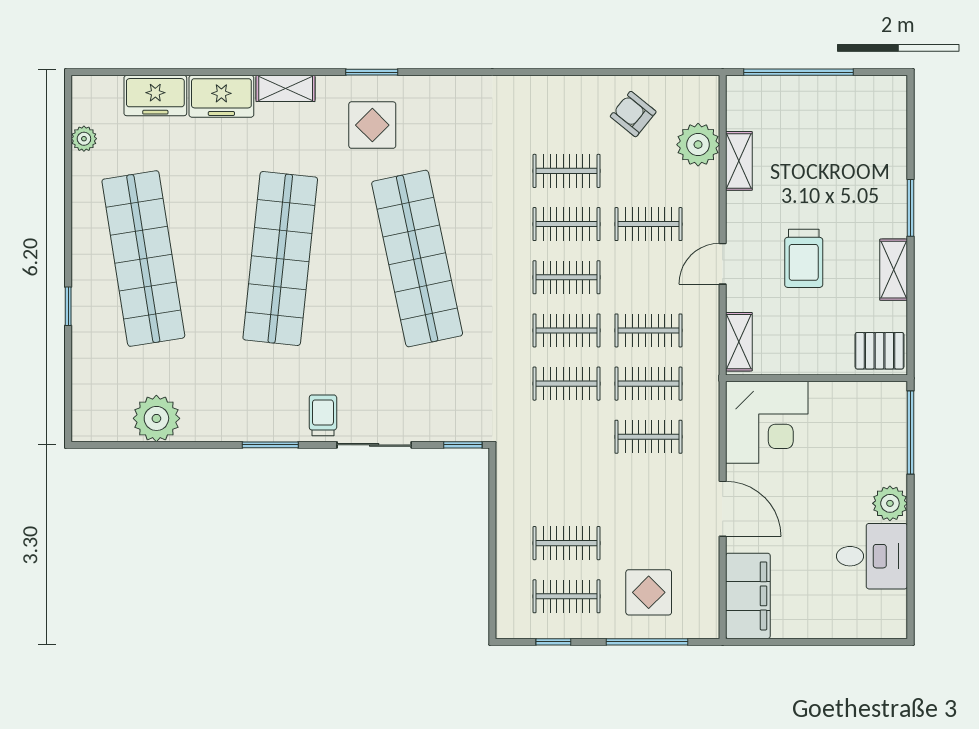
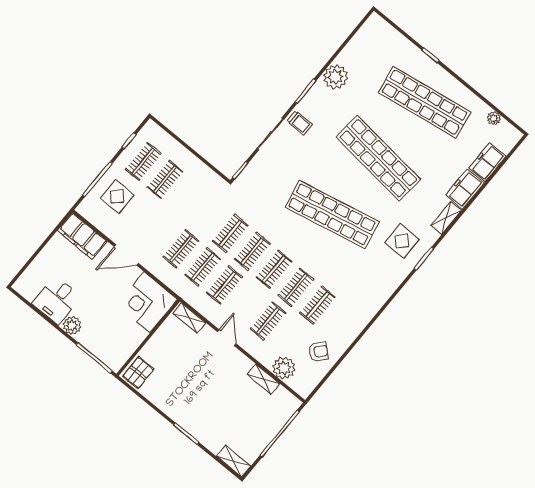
trolley: (804, 258) -> (202, 373), removed
shelving: (894, 270) -> (234, 461), moved
plant: (156, 418) -> (335, 77), moved

